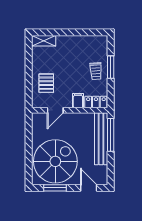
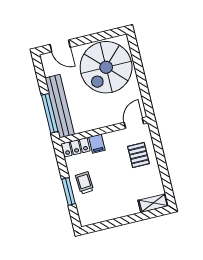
door: (55, 110) -> (134, 123), moved
window: (55, 188) -> (99, 36), removed

